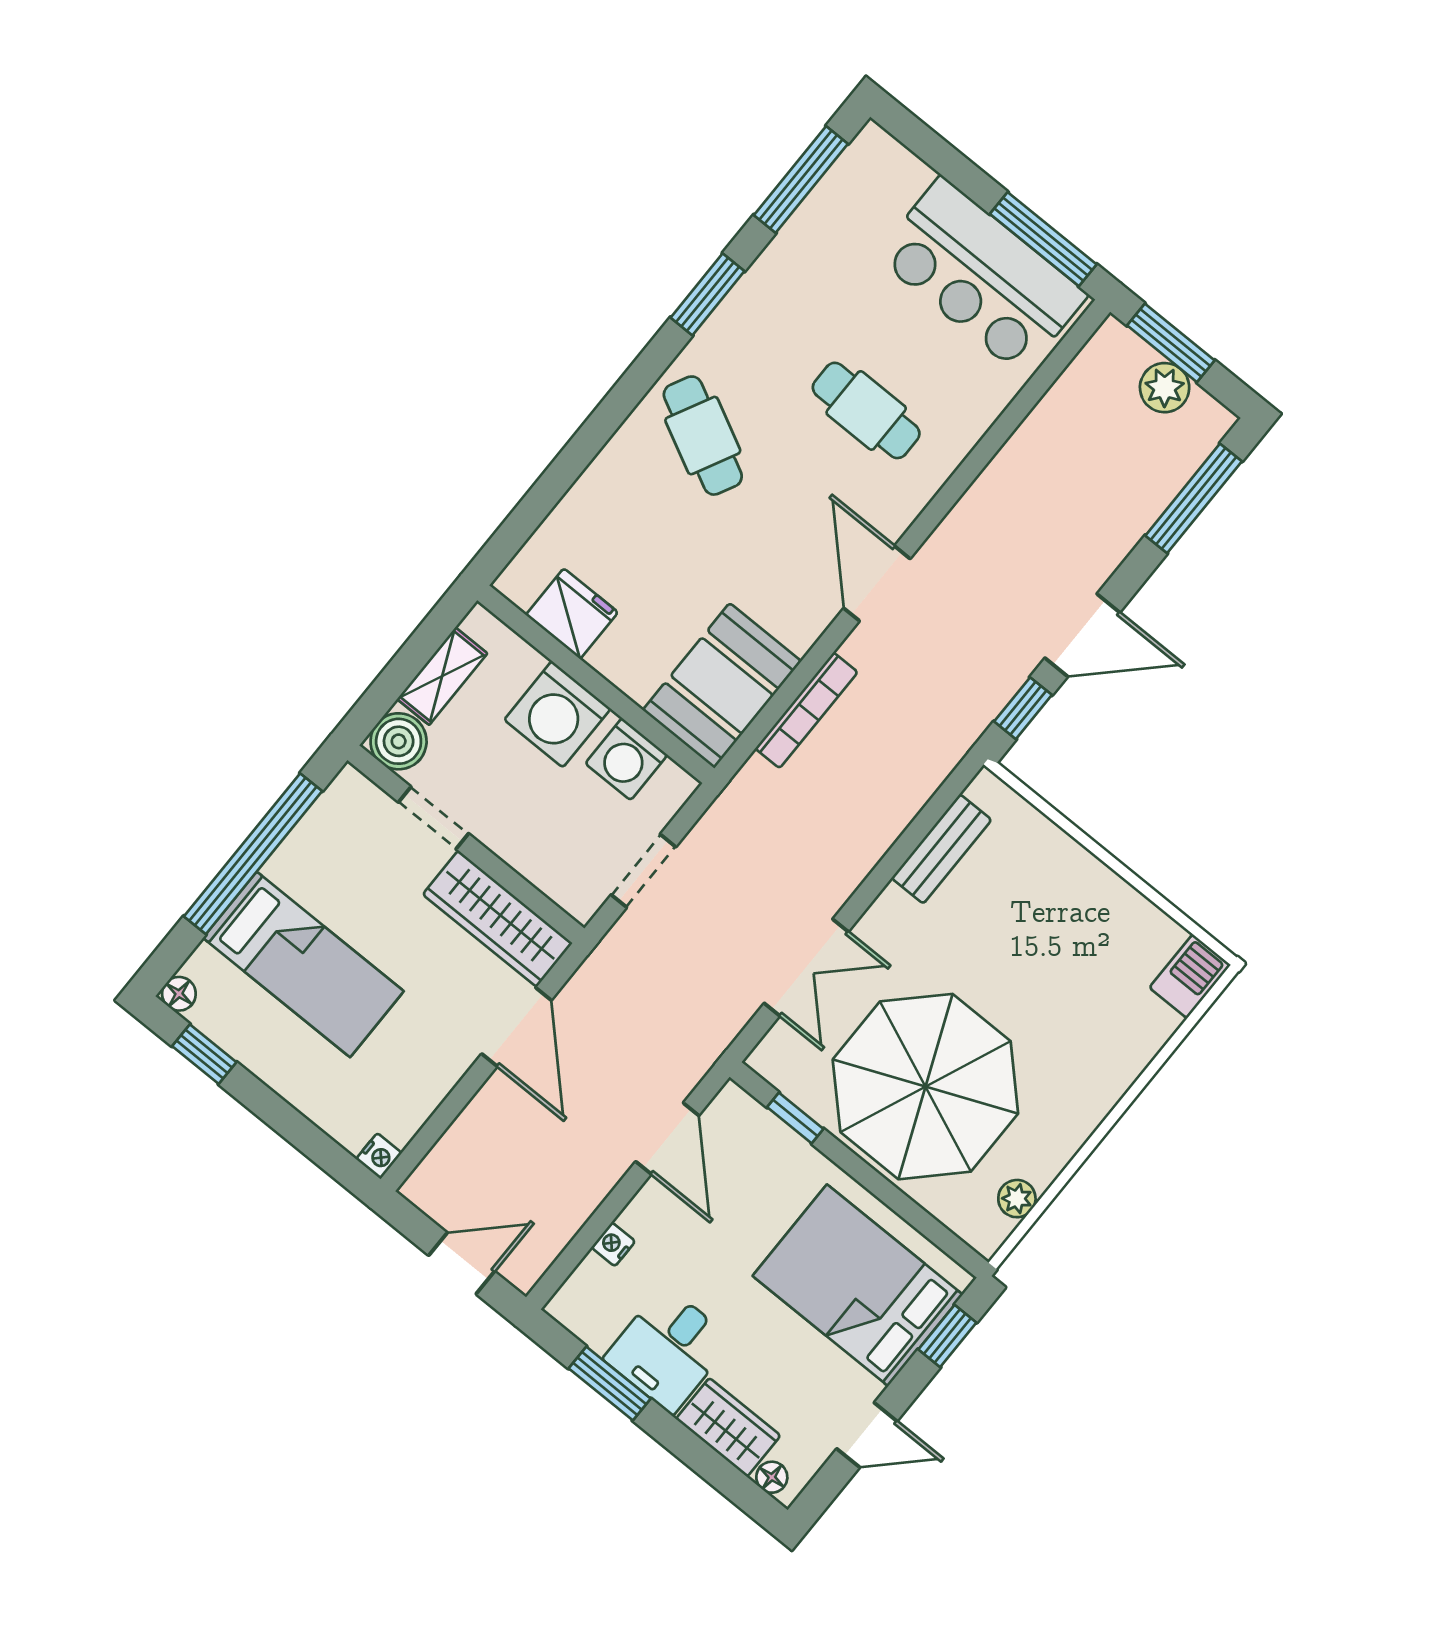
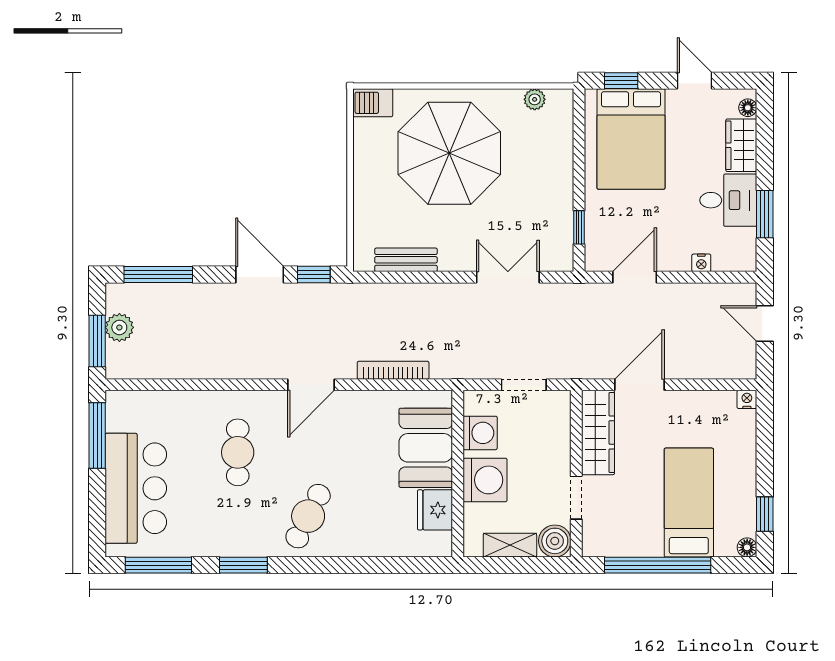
bar counter: (981, 276) -> (136, 488), moved
booth: (722, 686) -> (426, 448), moved, turned 90
parasol: (925, 1087) -> (449, 153), moved

